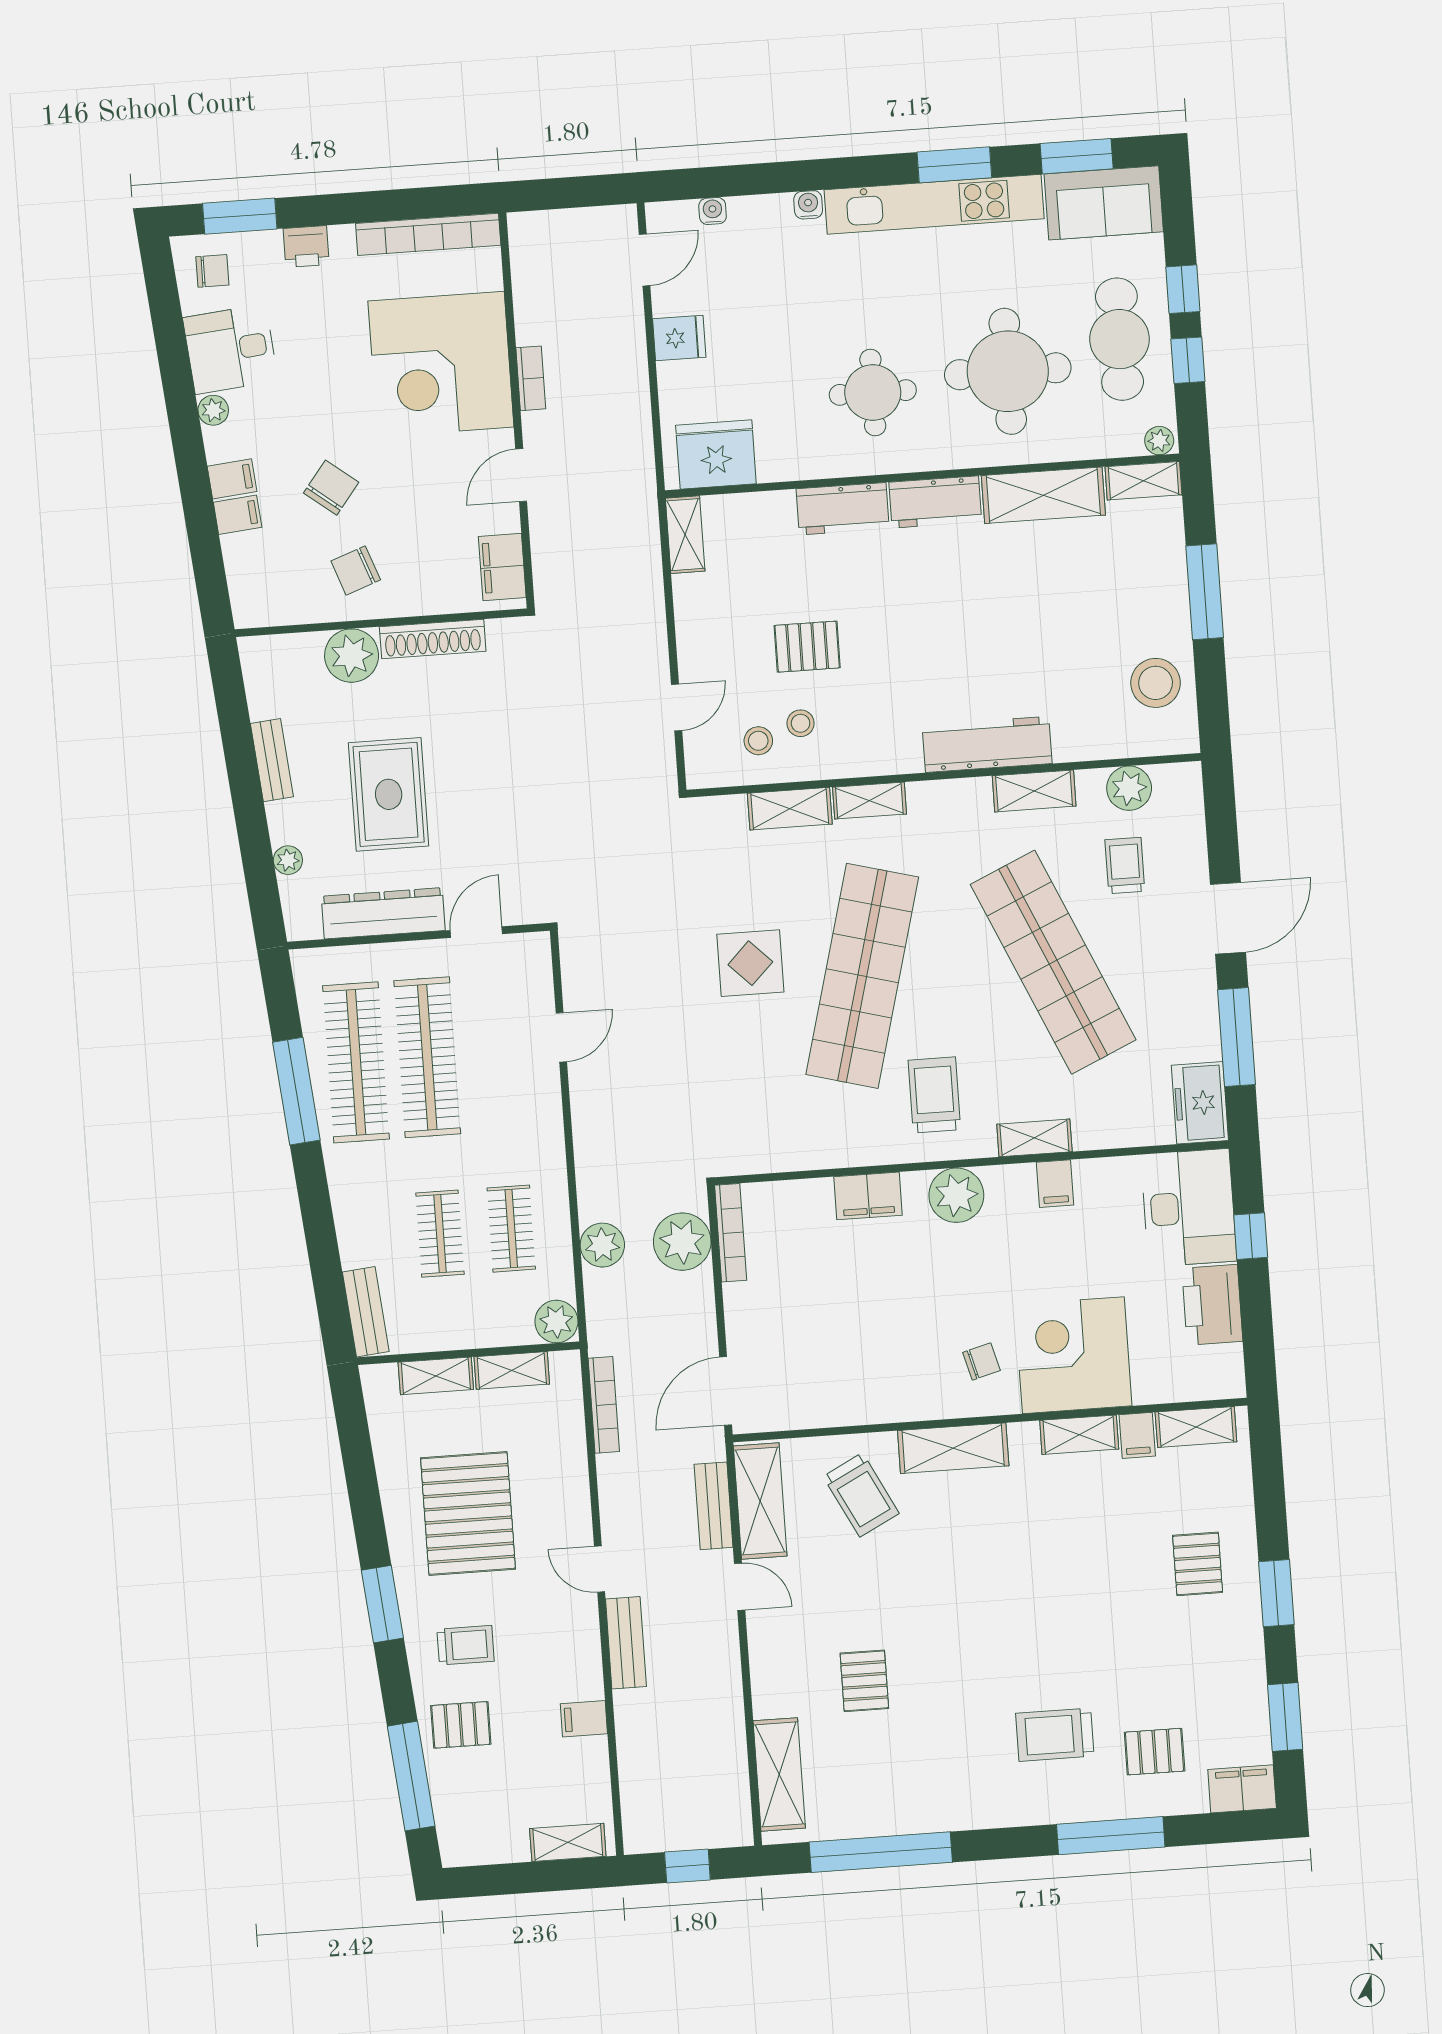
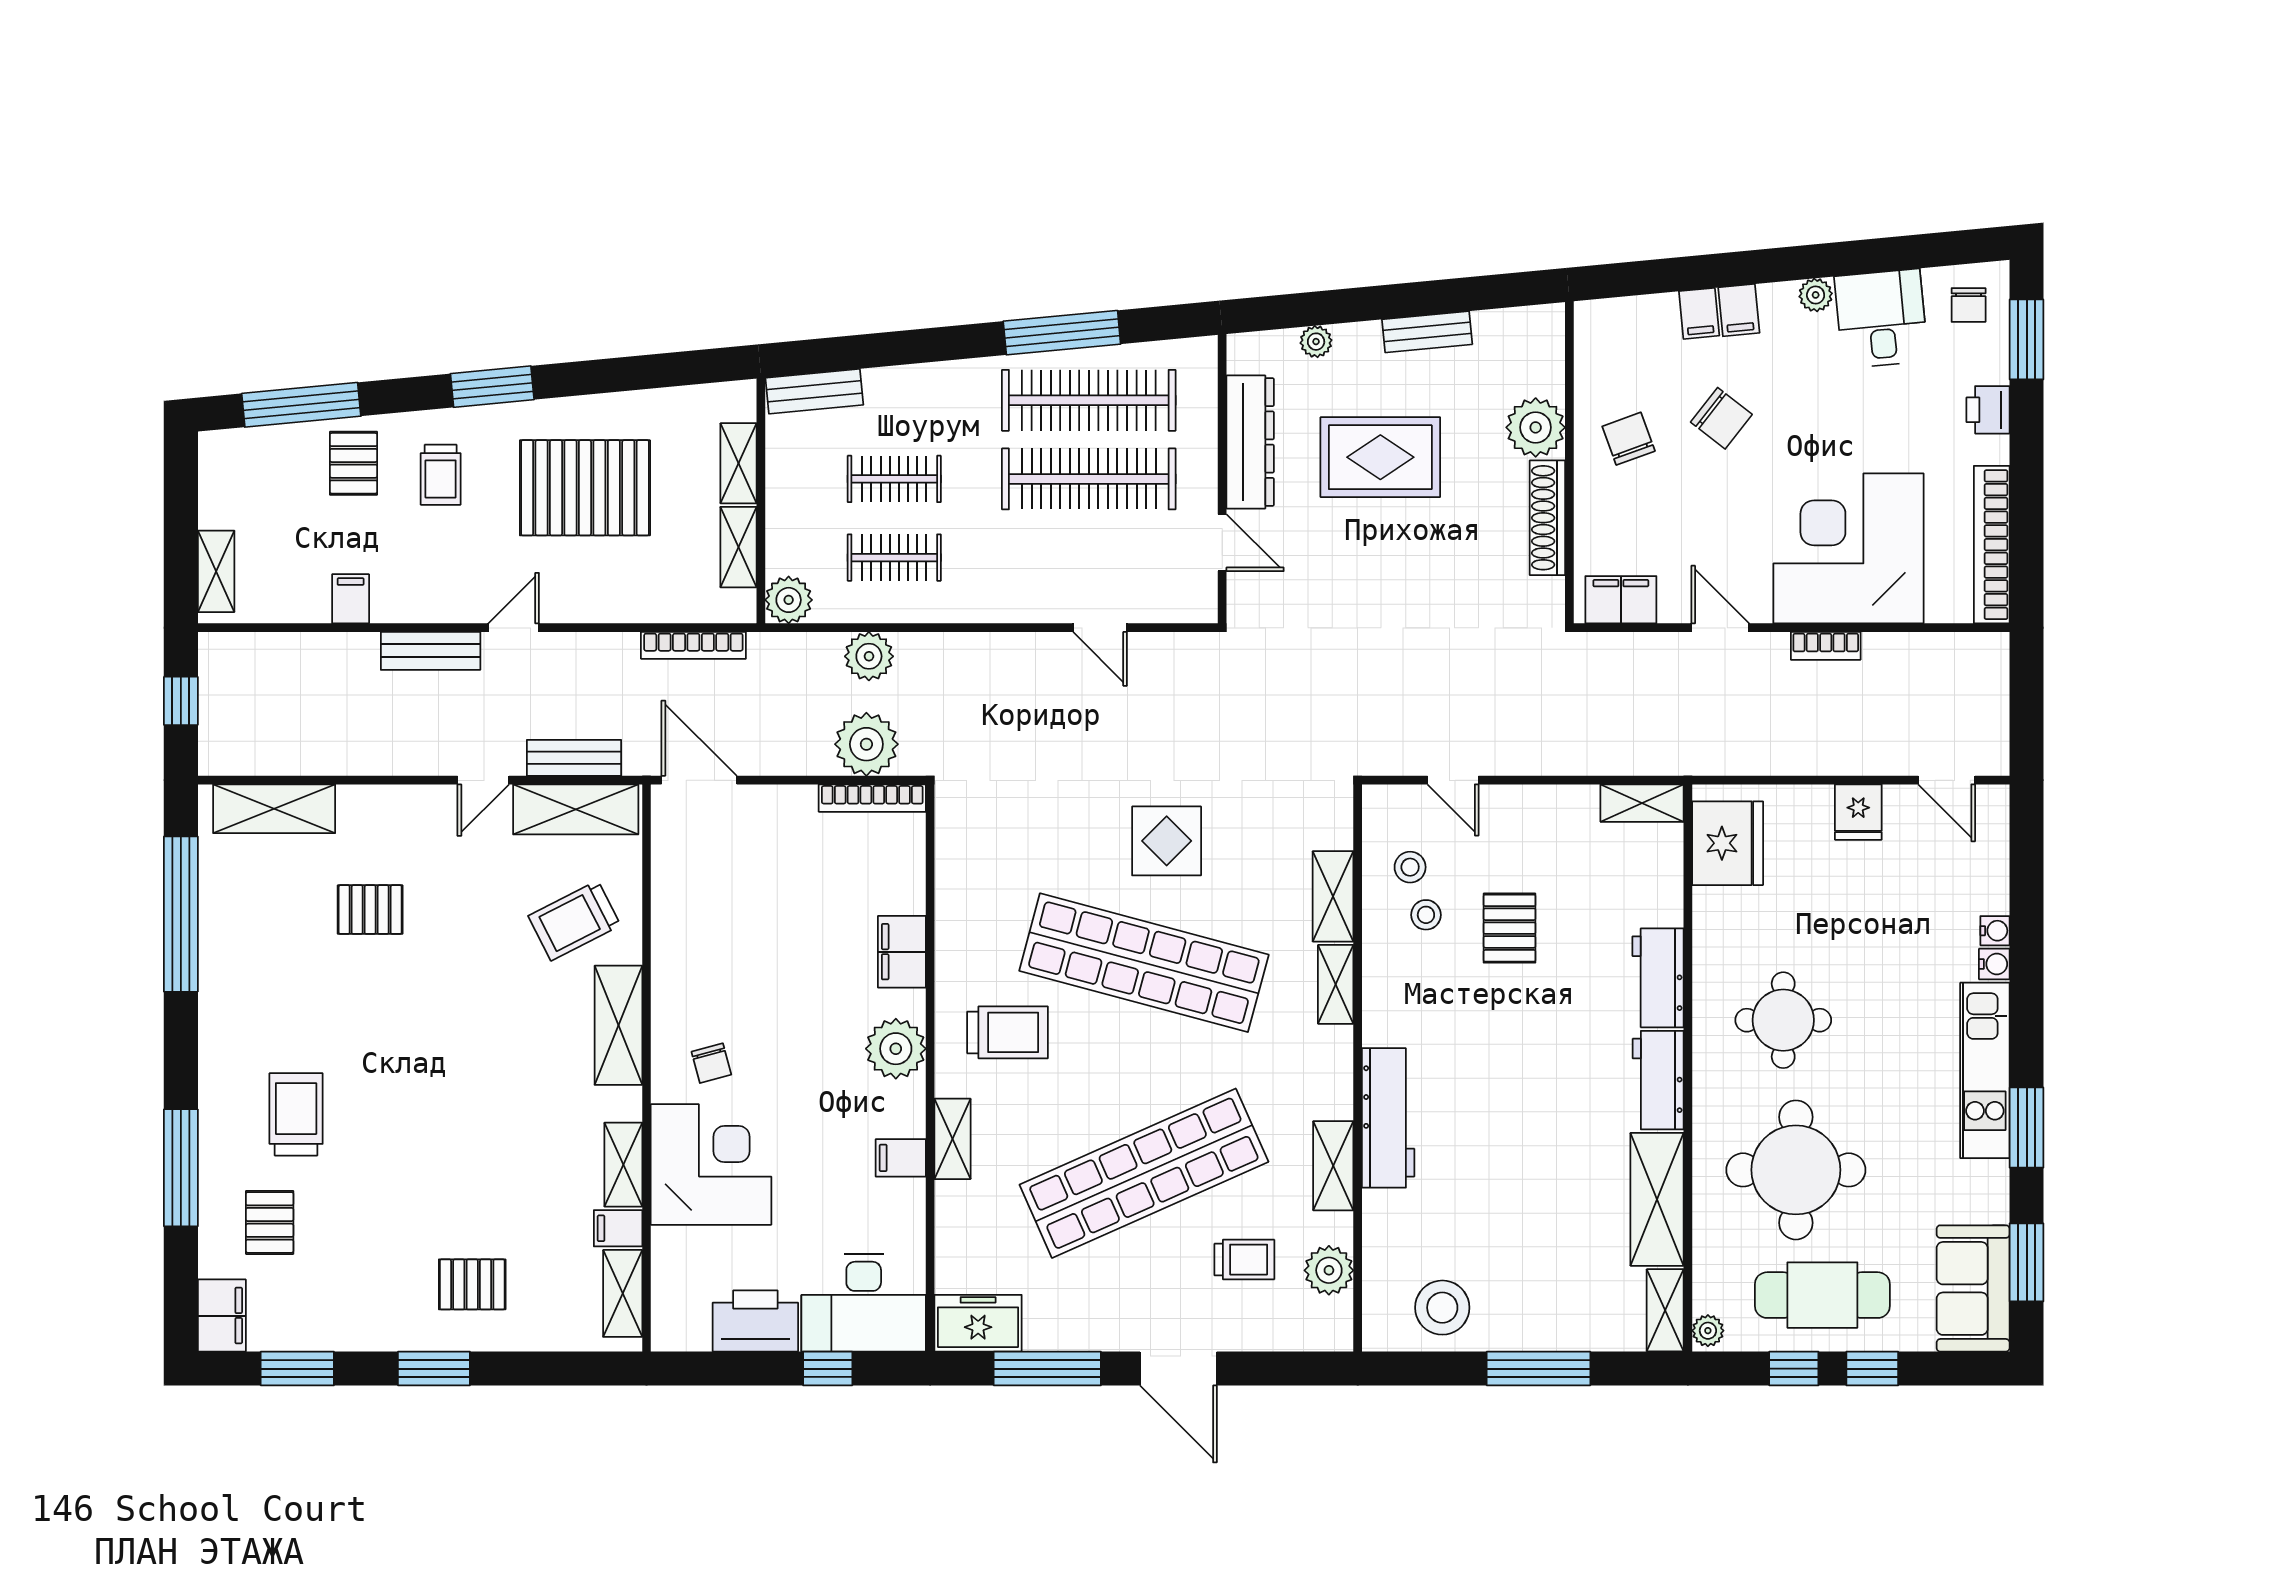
kitchen unit: (934, 204) -> (1985, 1070), width x0.73
water cooler: (713, 211) -> (1995, 931), moved

